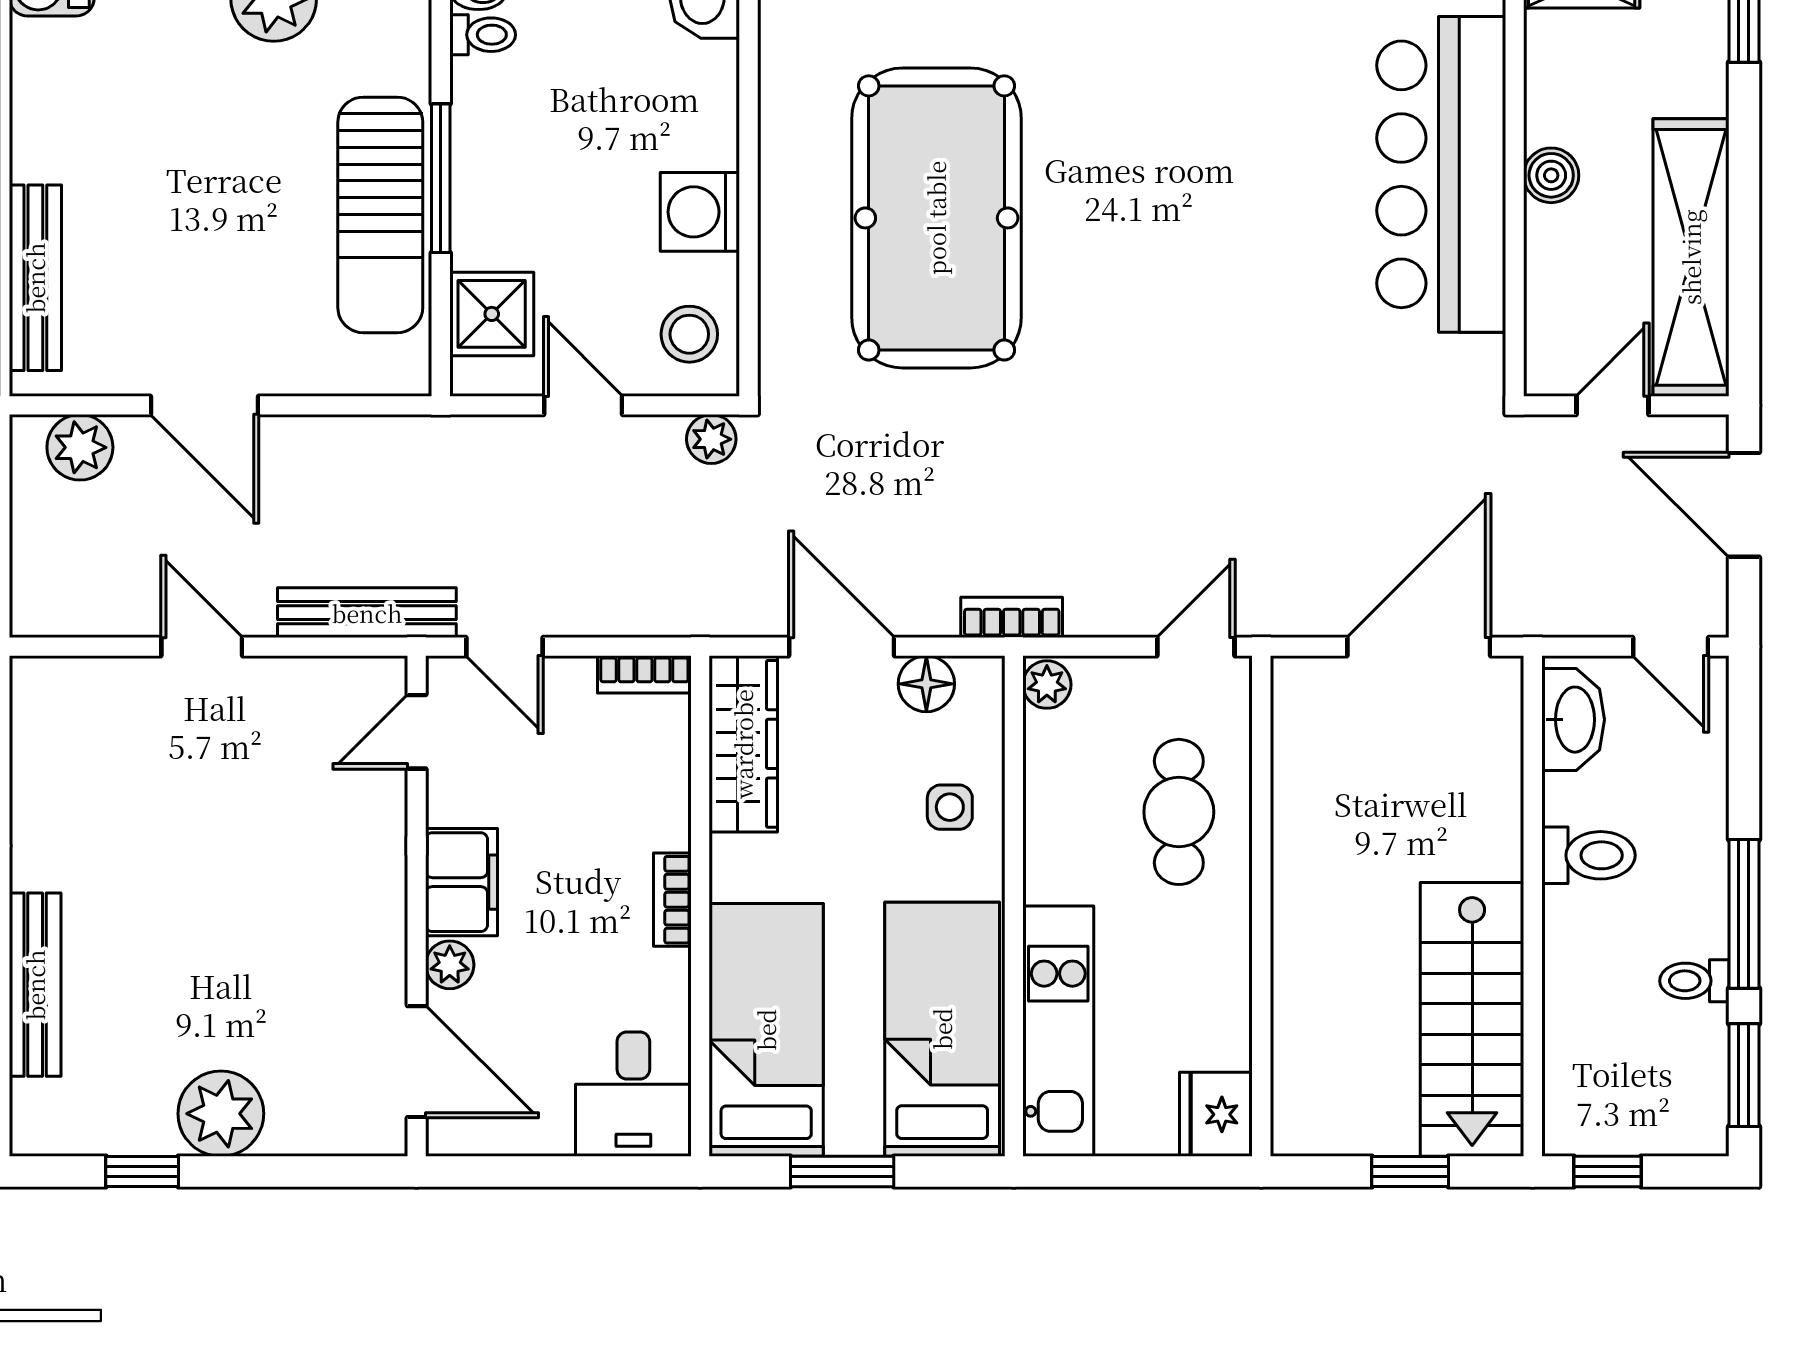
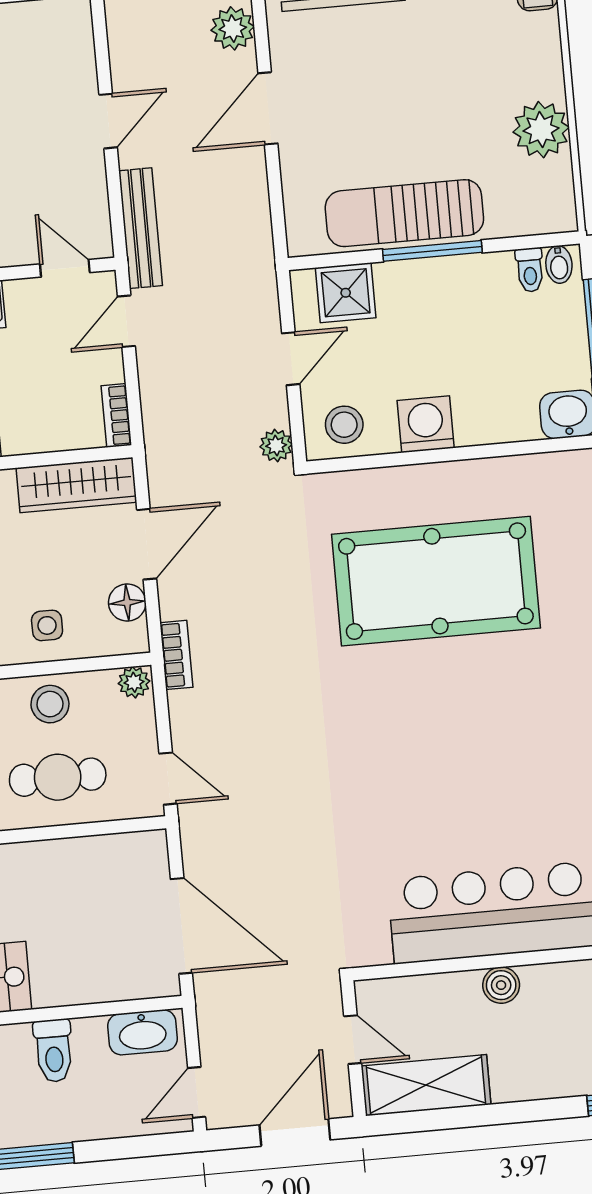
shelving: (1691, 257) -> (426, 1085), width x0.68
stool: (1068, 813) -> (50, 704), added

